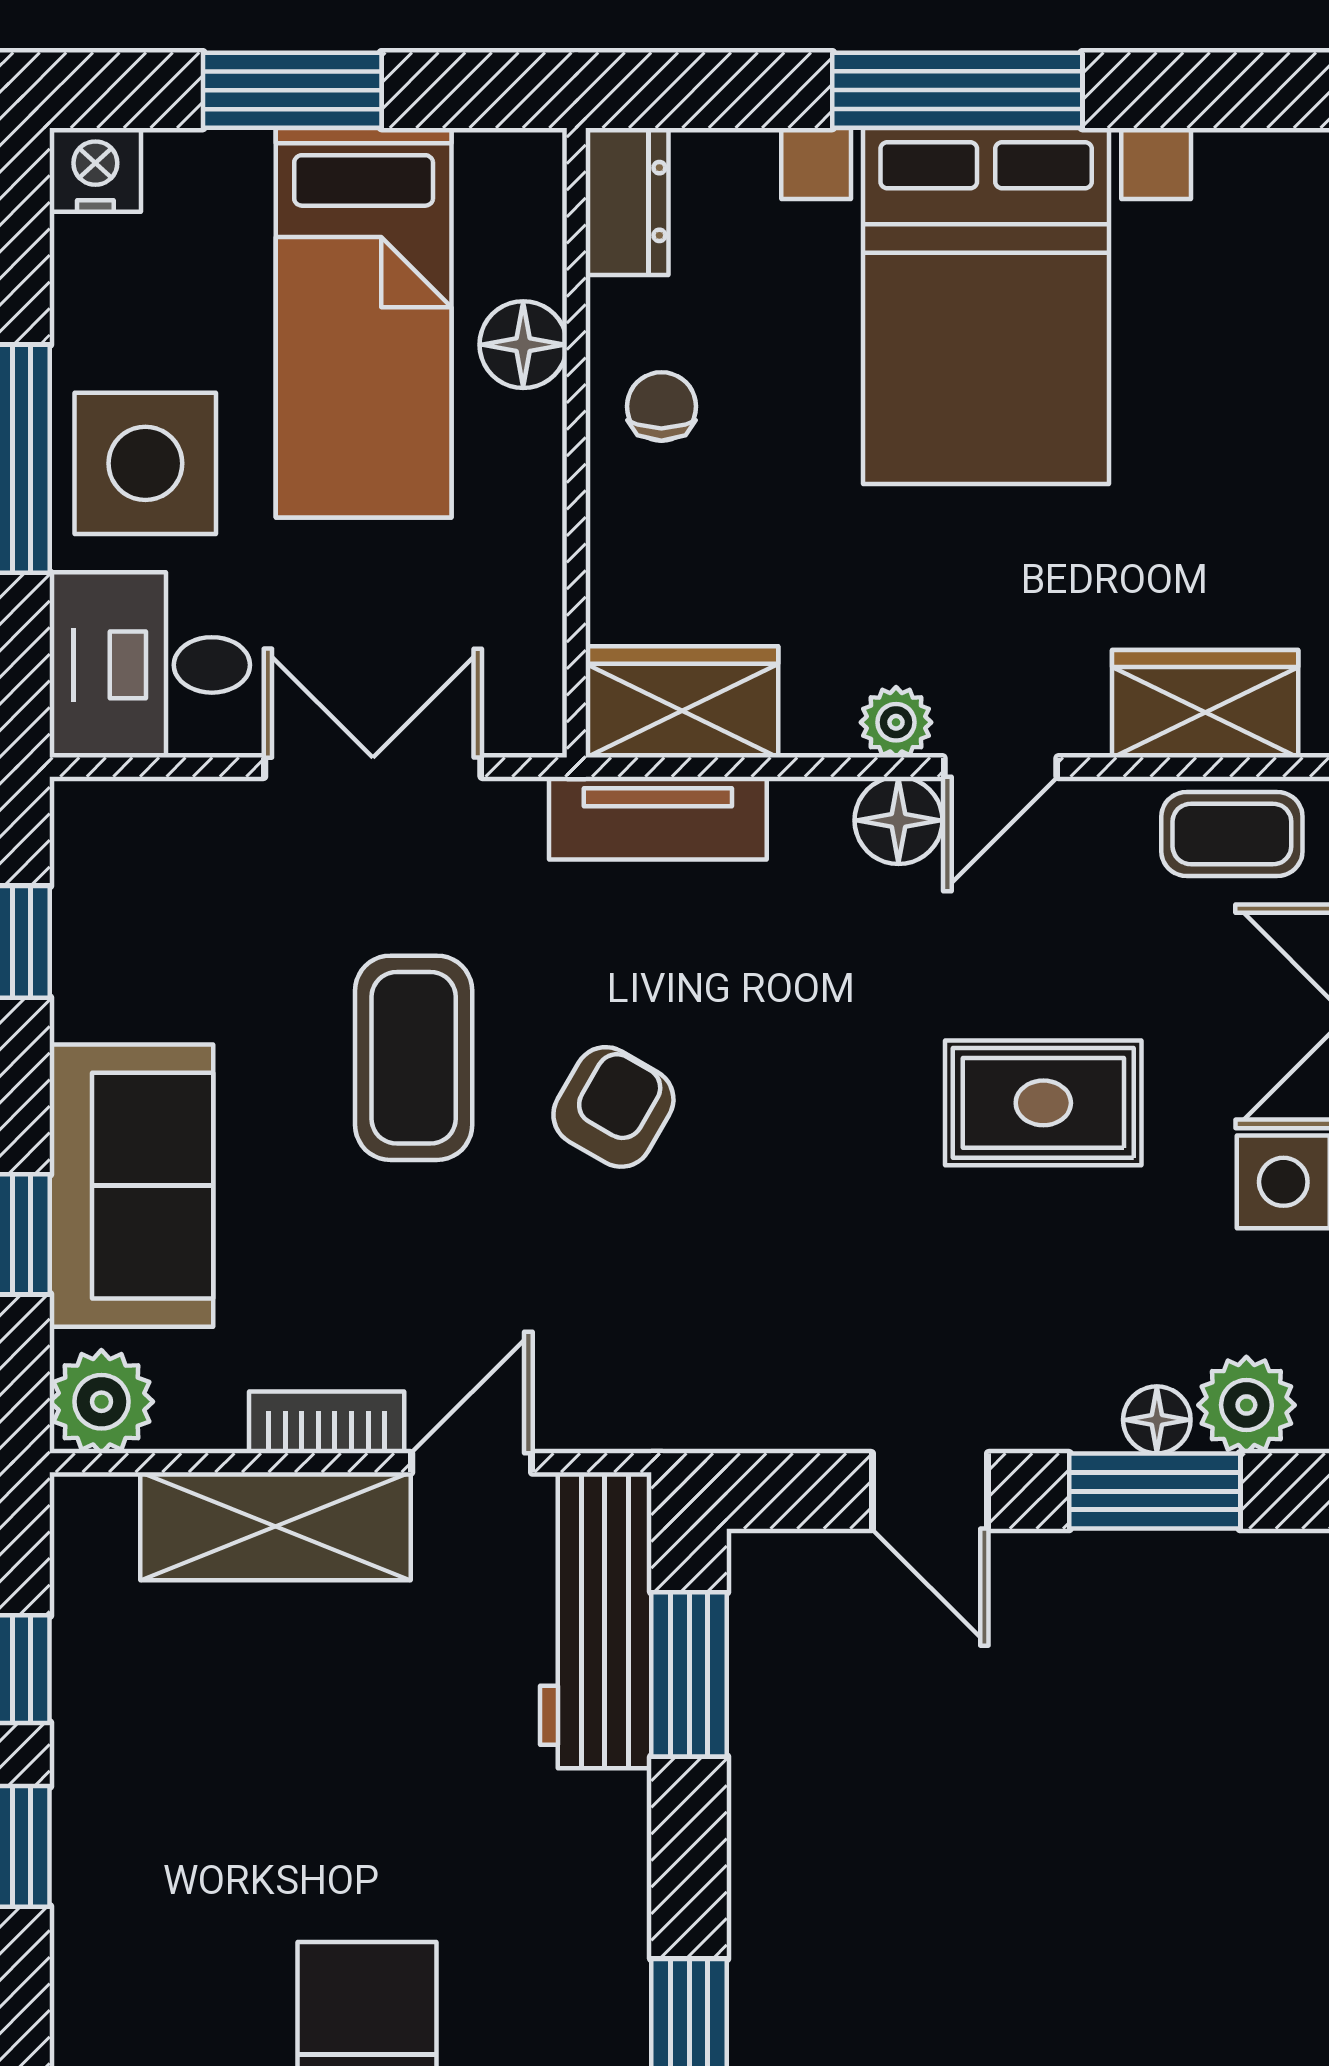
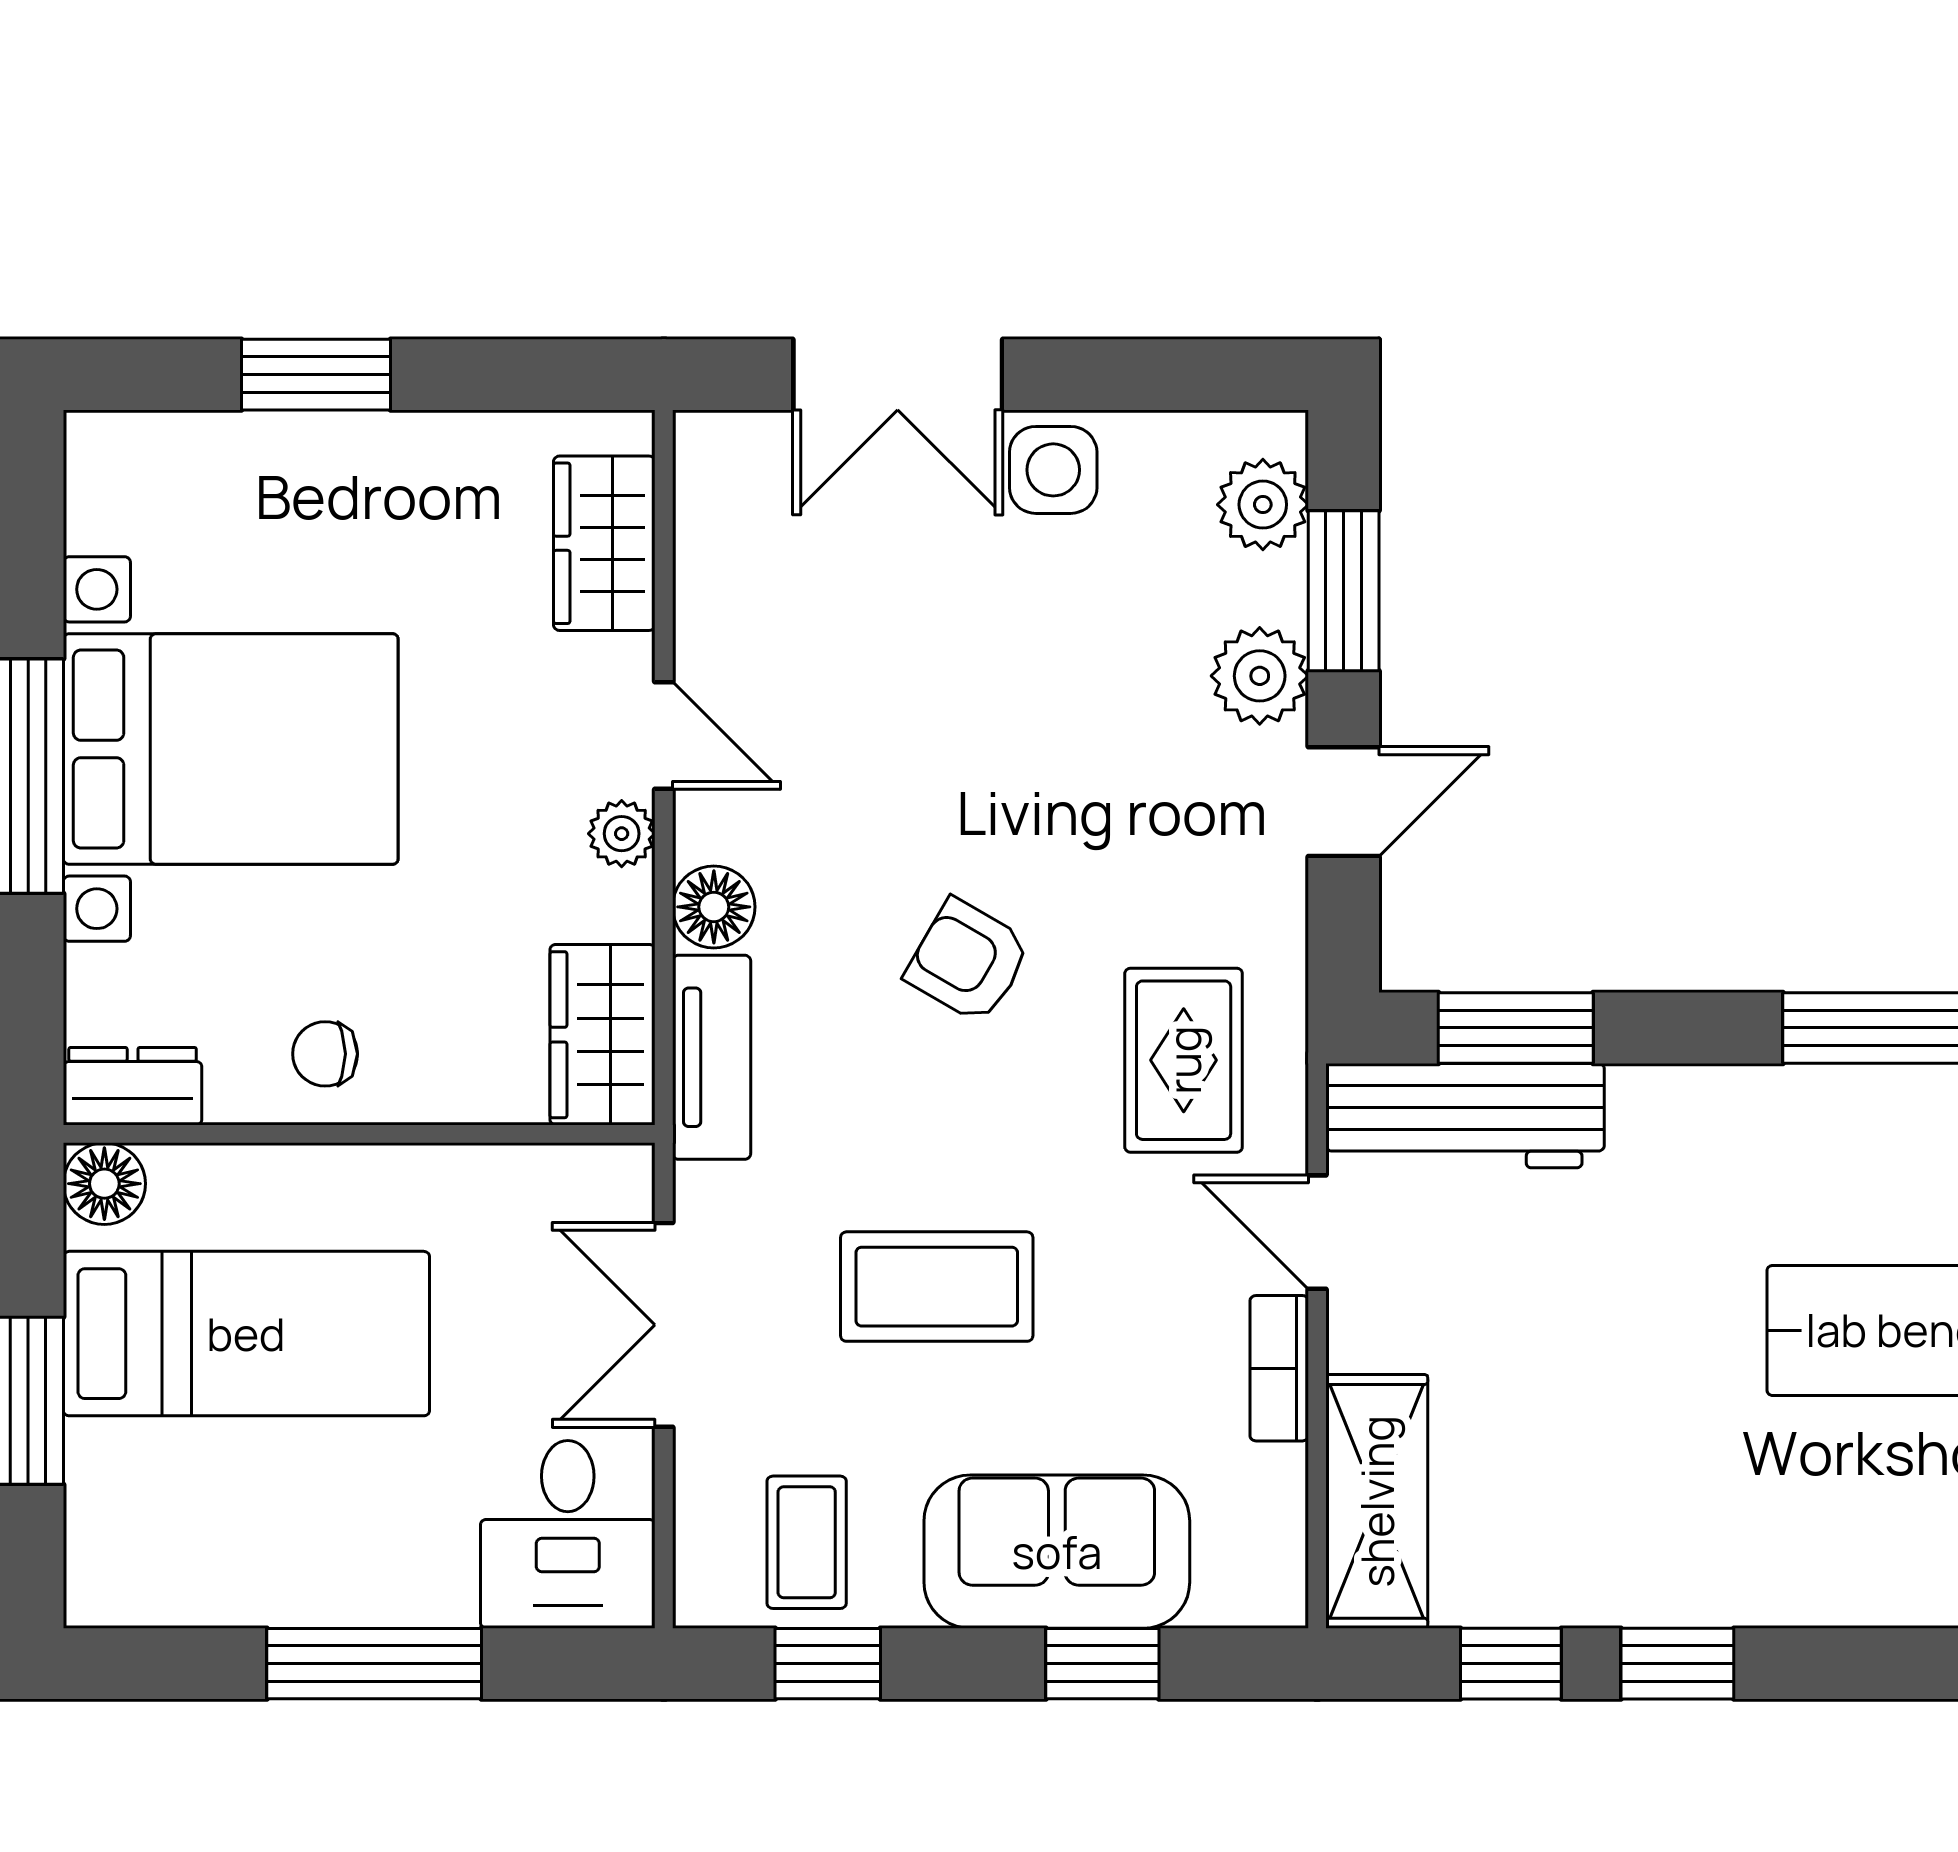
nightstand: (95, 170) -> (103, 1585), removed
floor lamp: (523, 345) -> (104, 1184), moved
side table: (145, 463) -> (378, 1539), removed
floor lamp: (898, 820) -> (714, 907), moved
coffee table: (1232, 834) -> (807, 1542), moved
rug: (1043, 1103) -> (1184, 1060), moved
armchair: (613, 1107) -> (968, 961), moved
plant: (101, 1402) -> (1260, 676), moved
floor lamp: (1157, 1420) -> (1277, 589), removed
shelving: (275, 1526) -> (1377, 1501), moved

